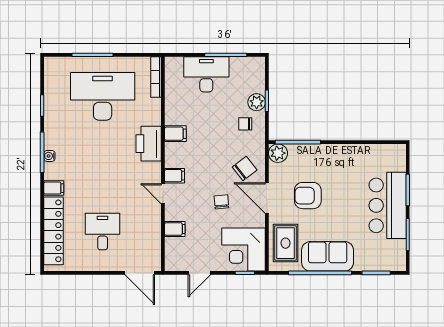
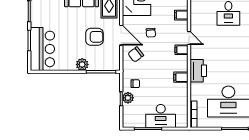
plant: (278, 153) -> (82, 64), moved
bar counter: (388, 205) -> (42, 49), moved

